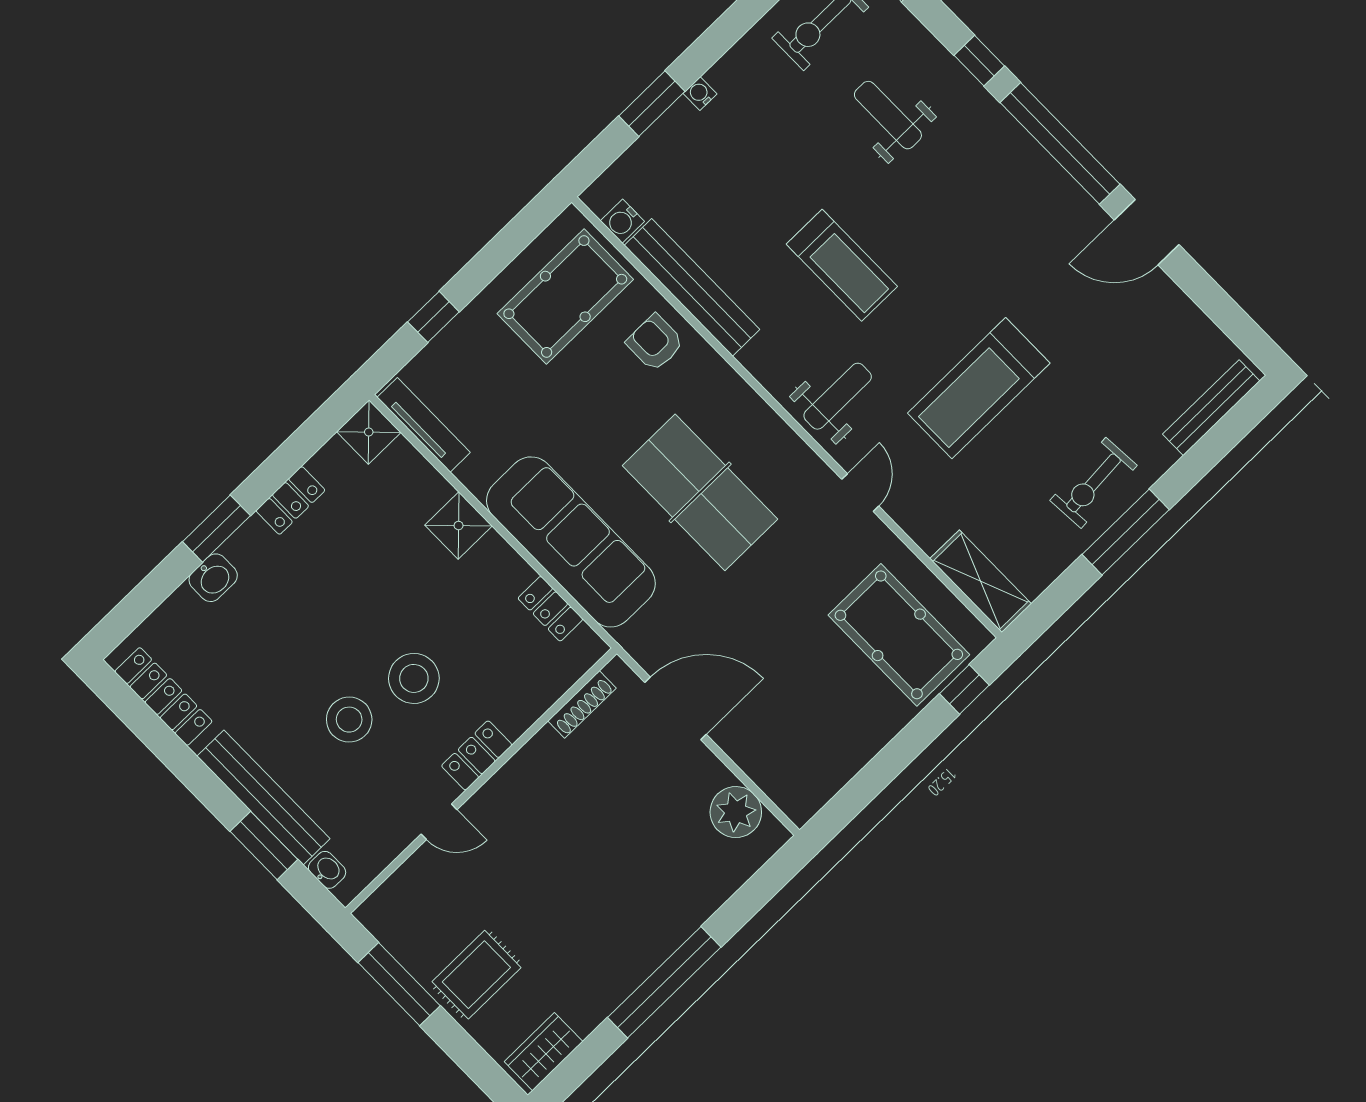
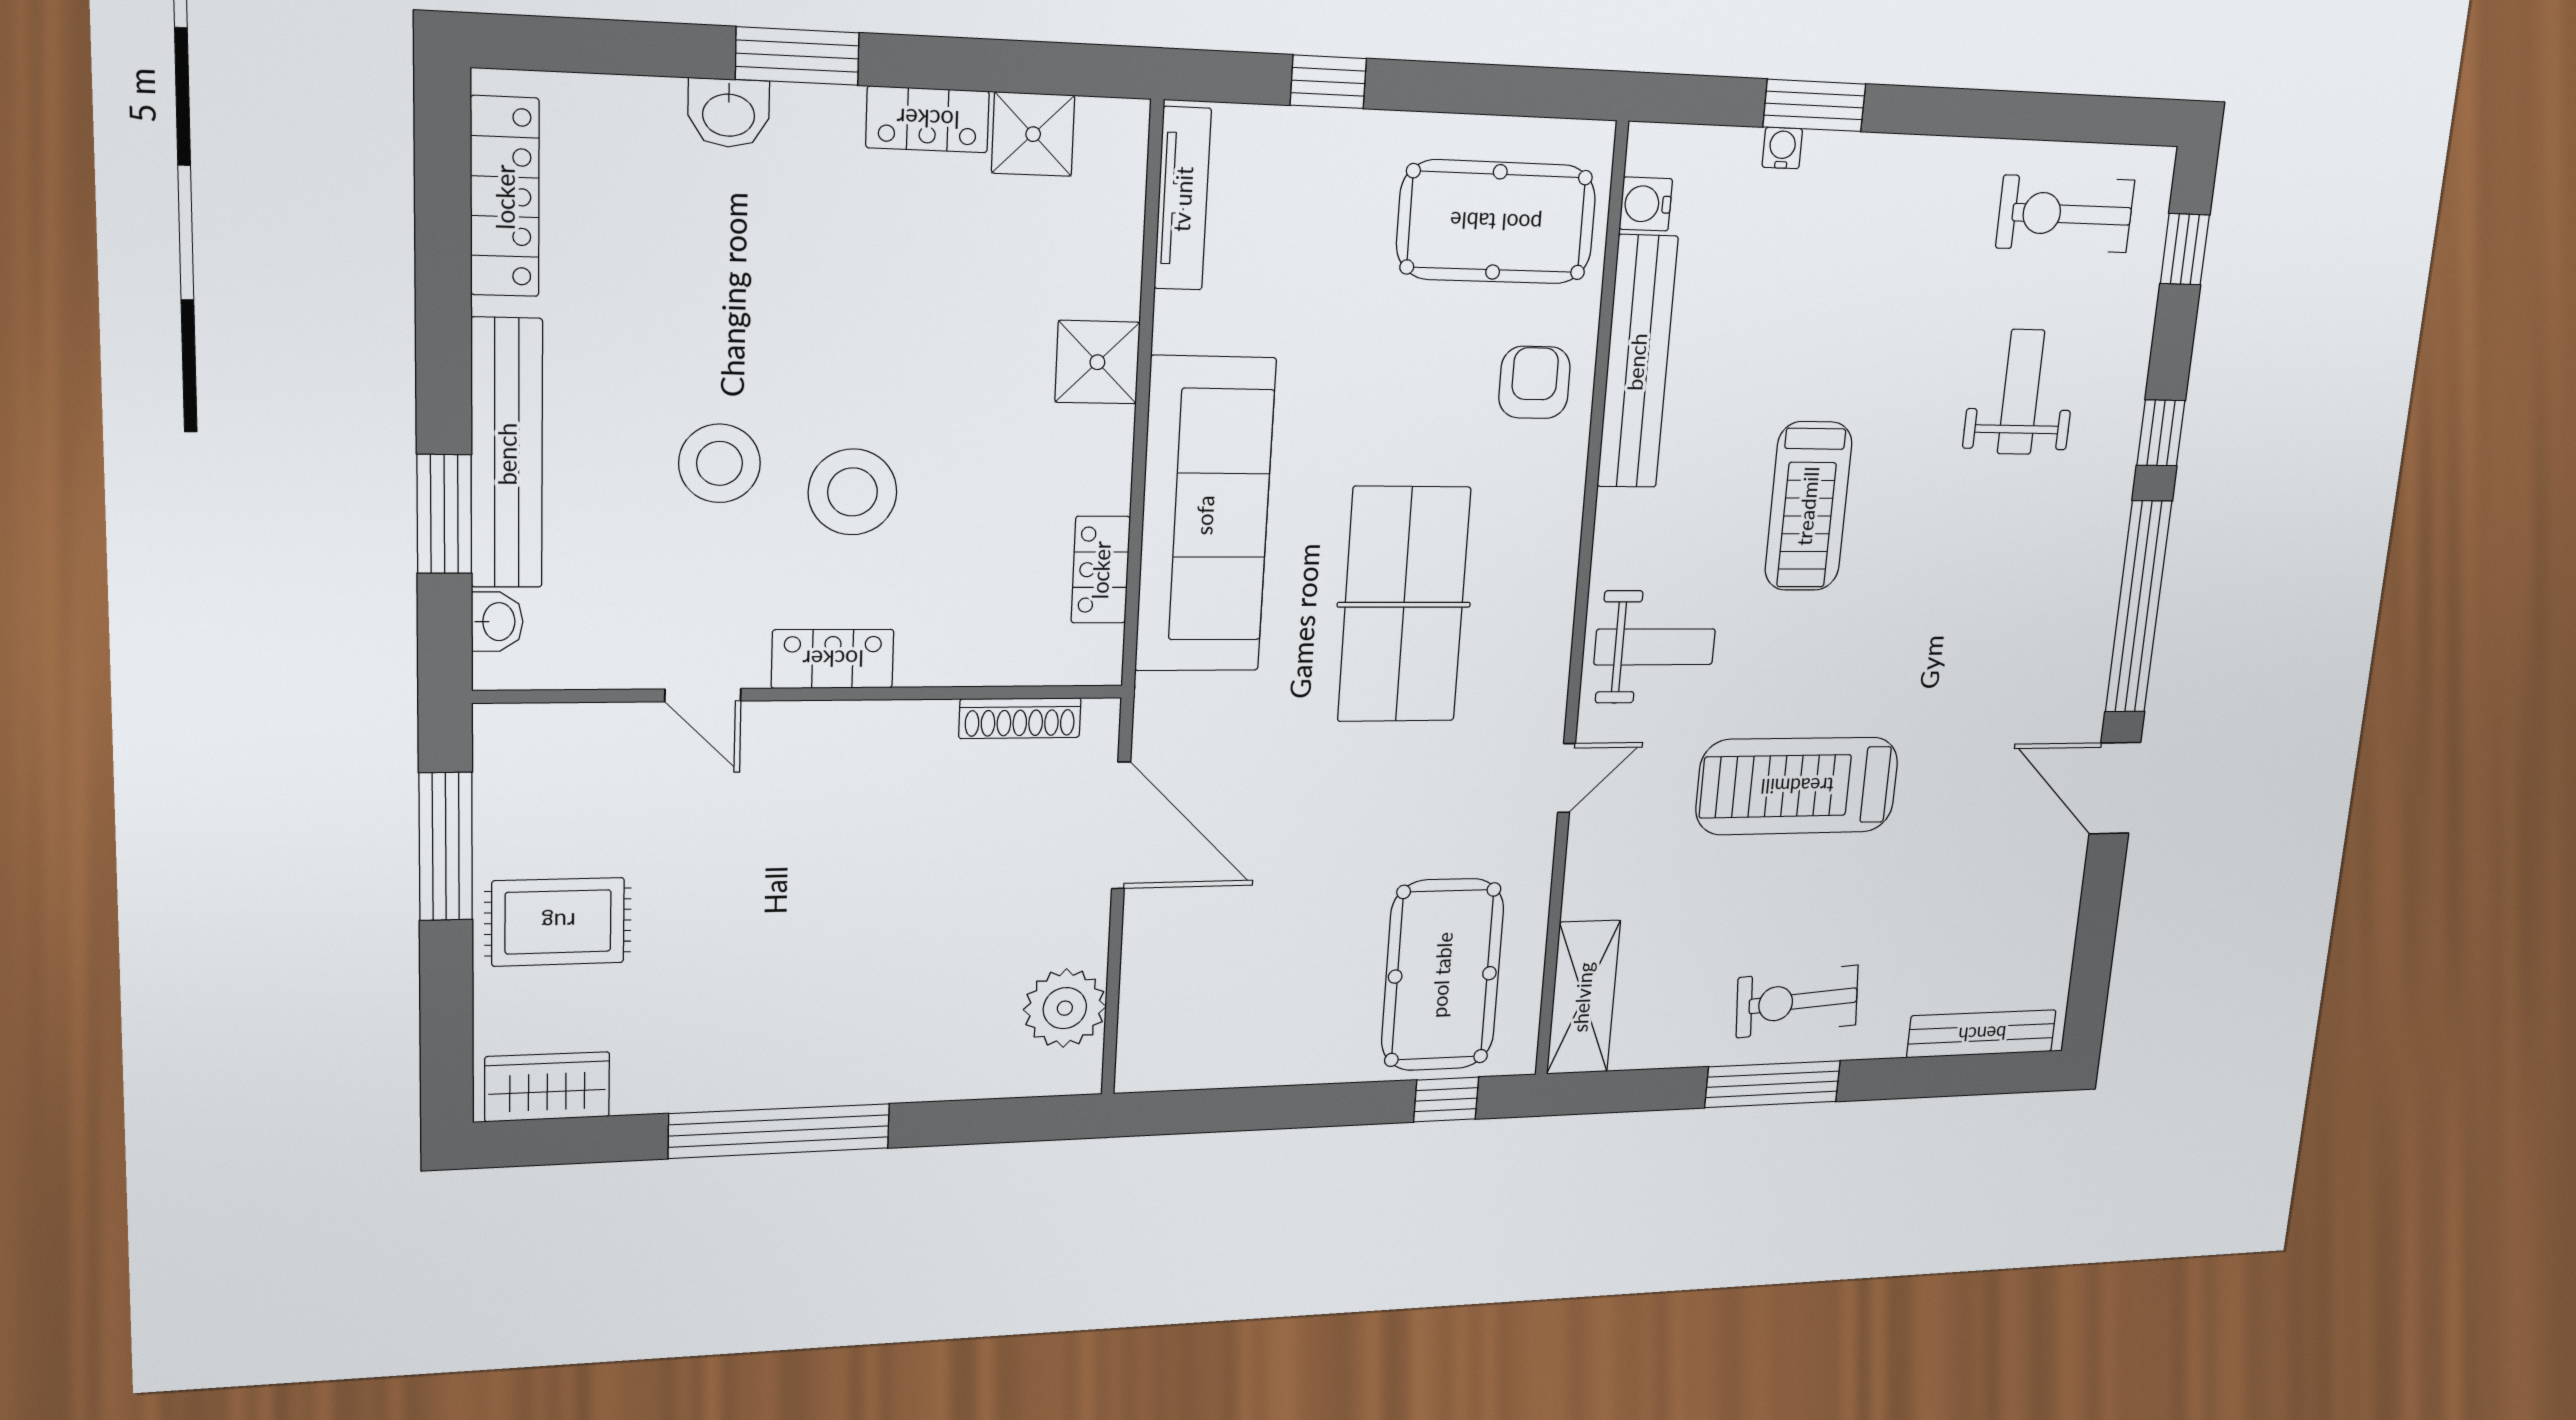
water cooler: (700, 94) -> (1782, 148), moved
shower: (369, 432) -> (1033, 134), moved

